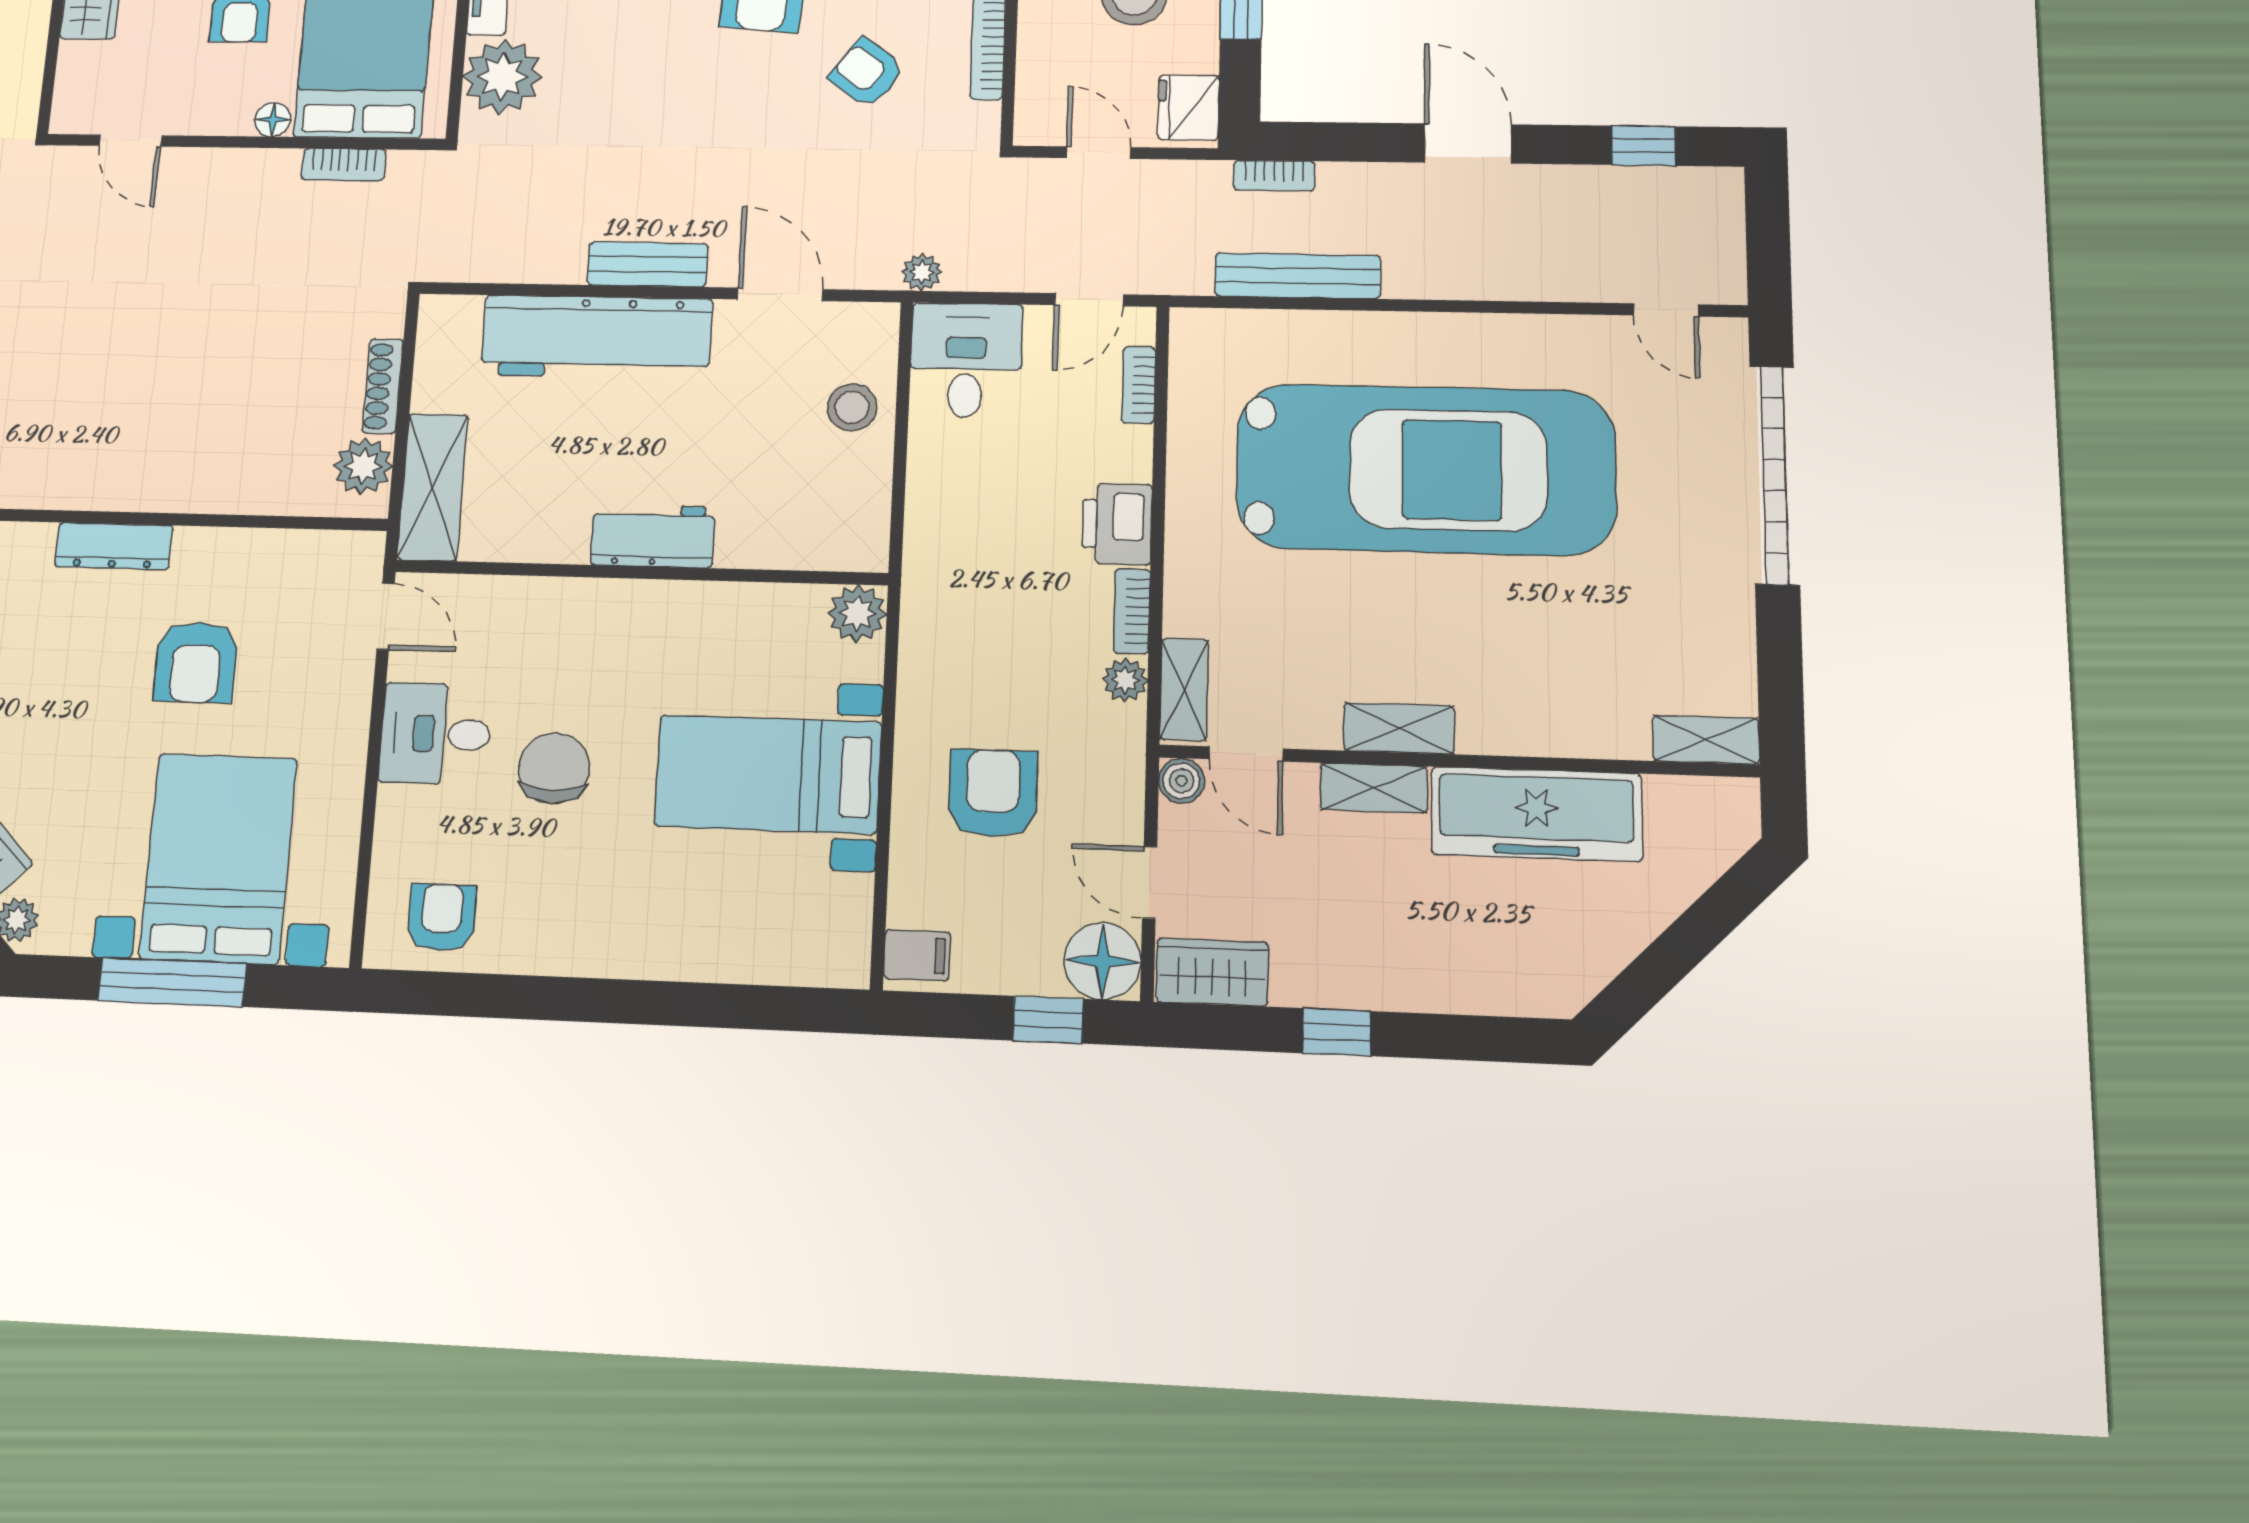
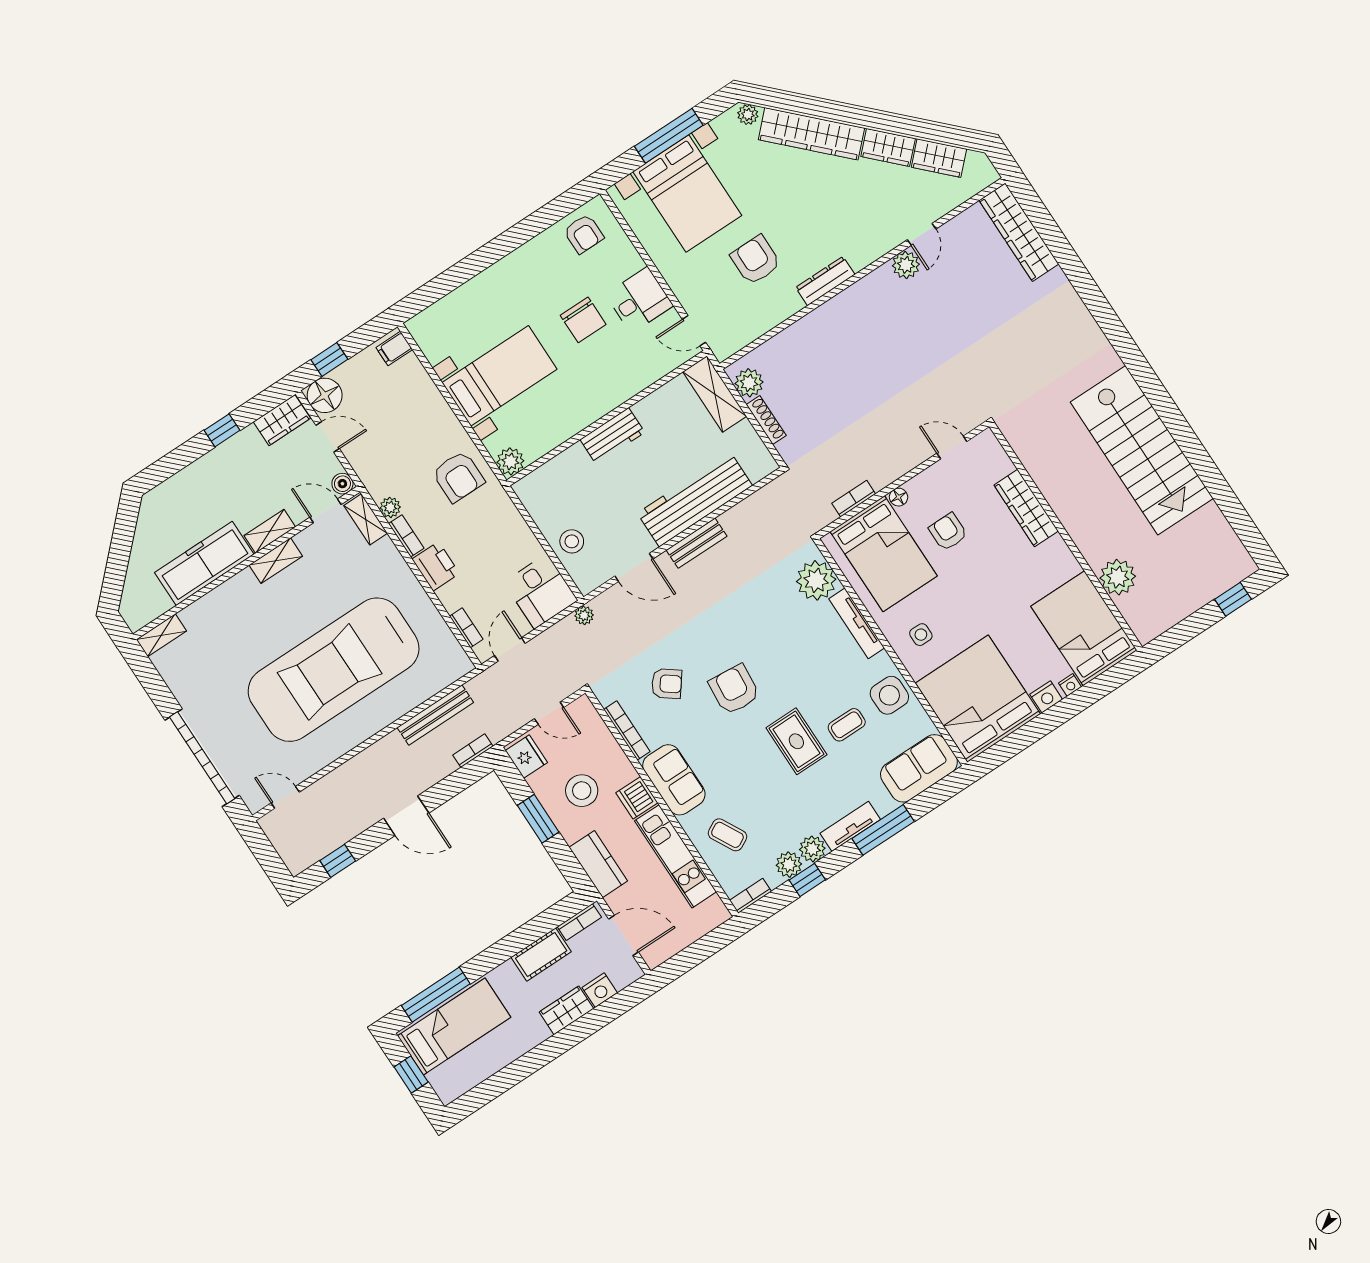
armchair: (993, 793) -> (458, 477), moved

